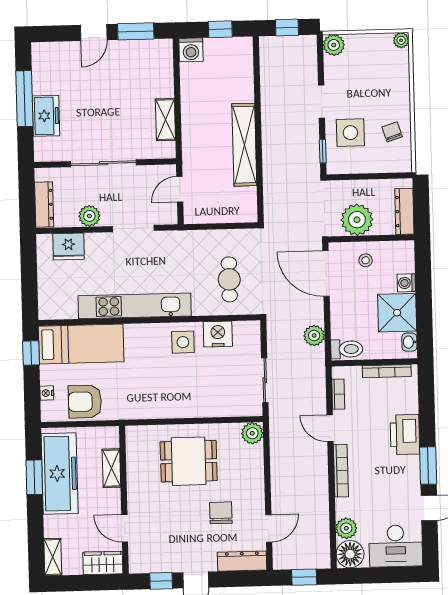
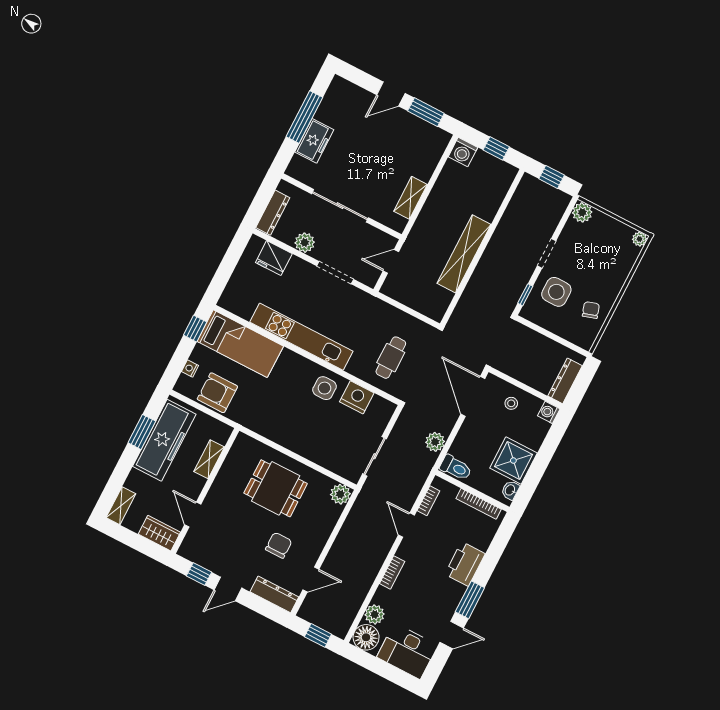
plant: (357, 220) -> (522, 366), removed
washing machine: (406, 283) -> (549, 412), moved
bookcase: (341, 471) -> (392, 573), width x0.64

